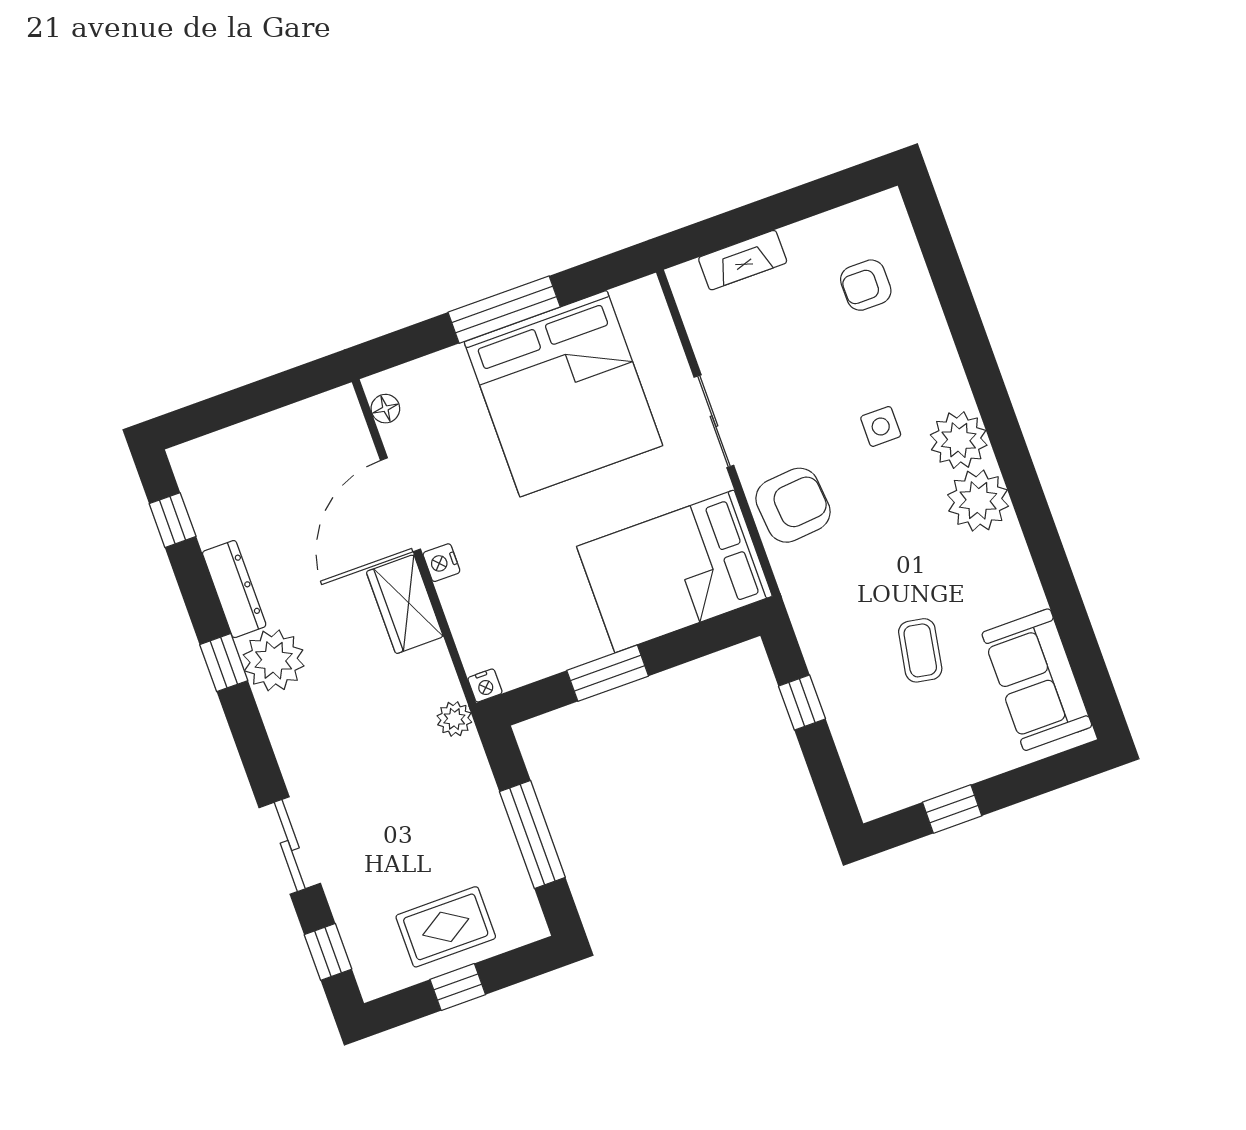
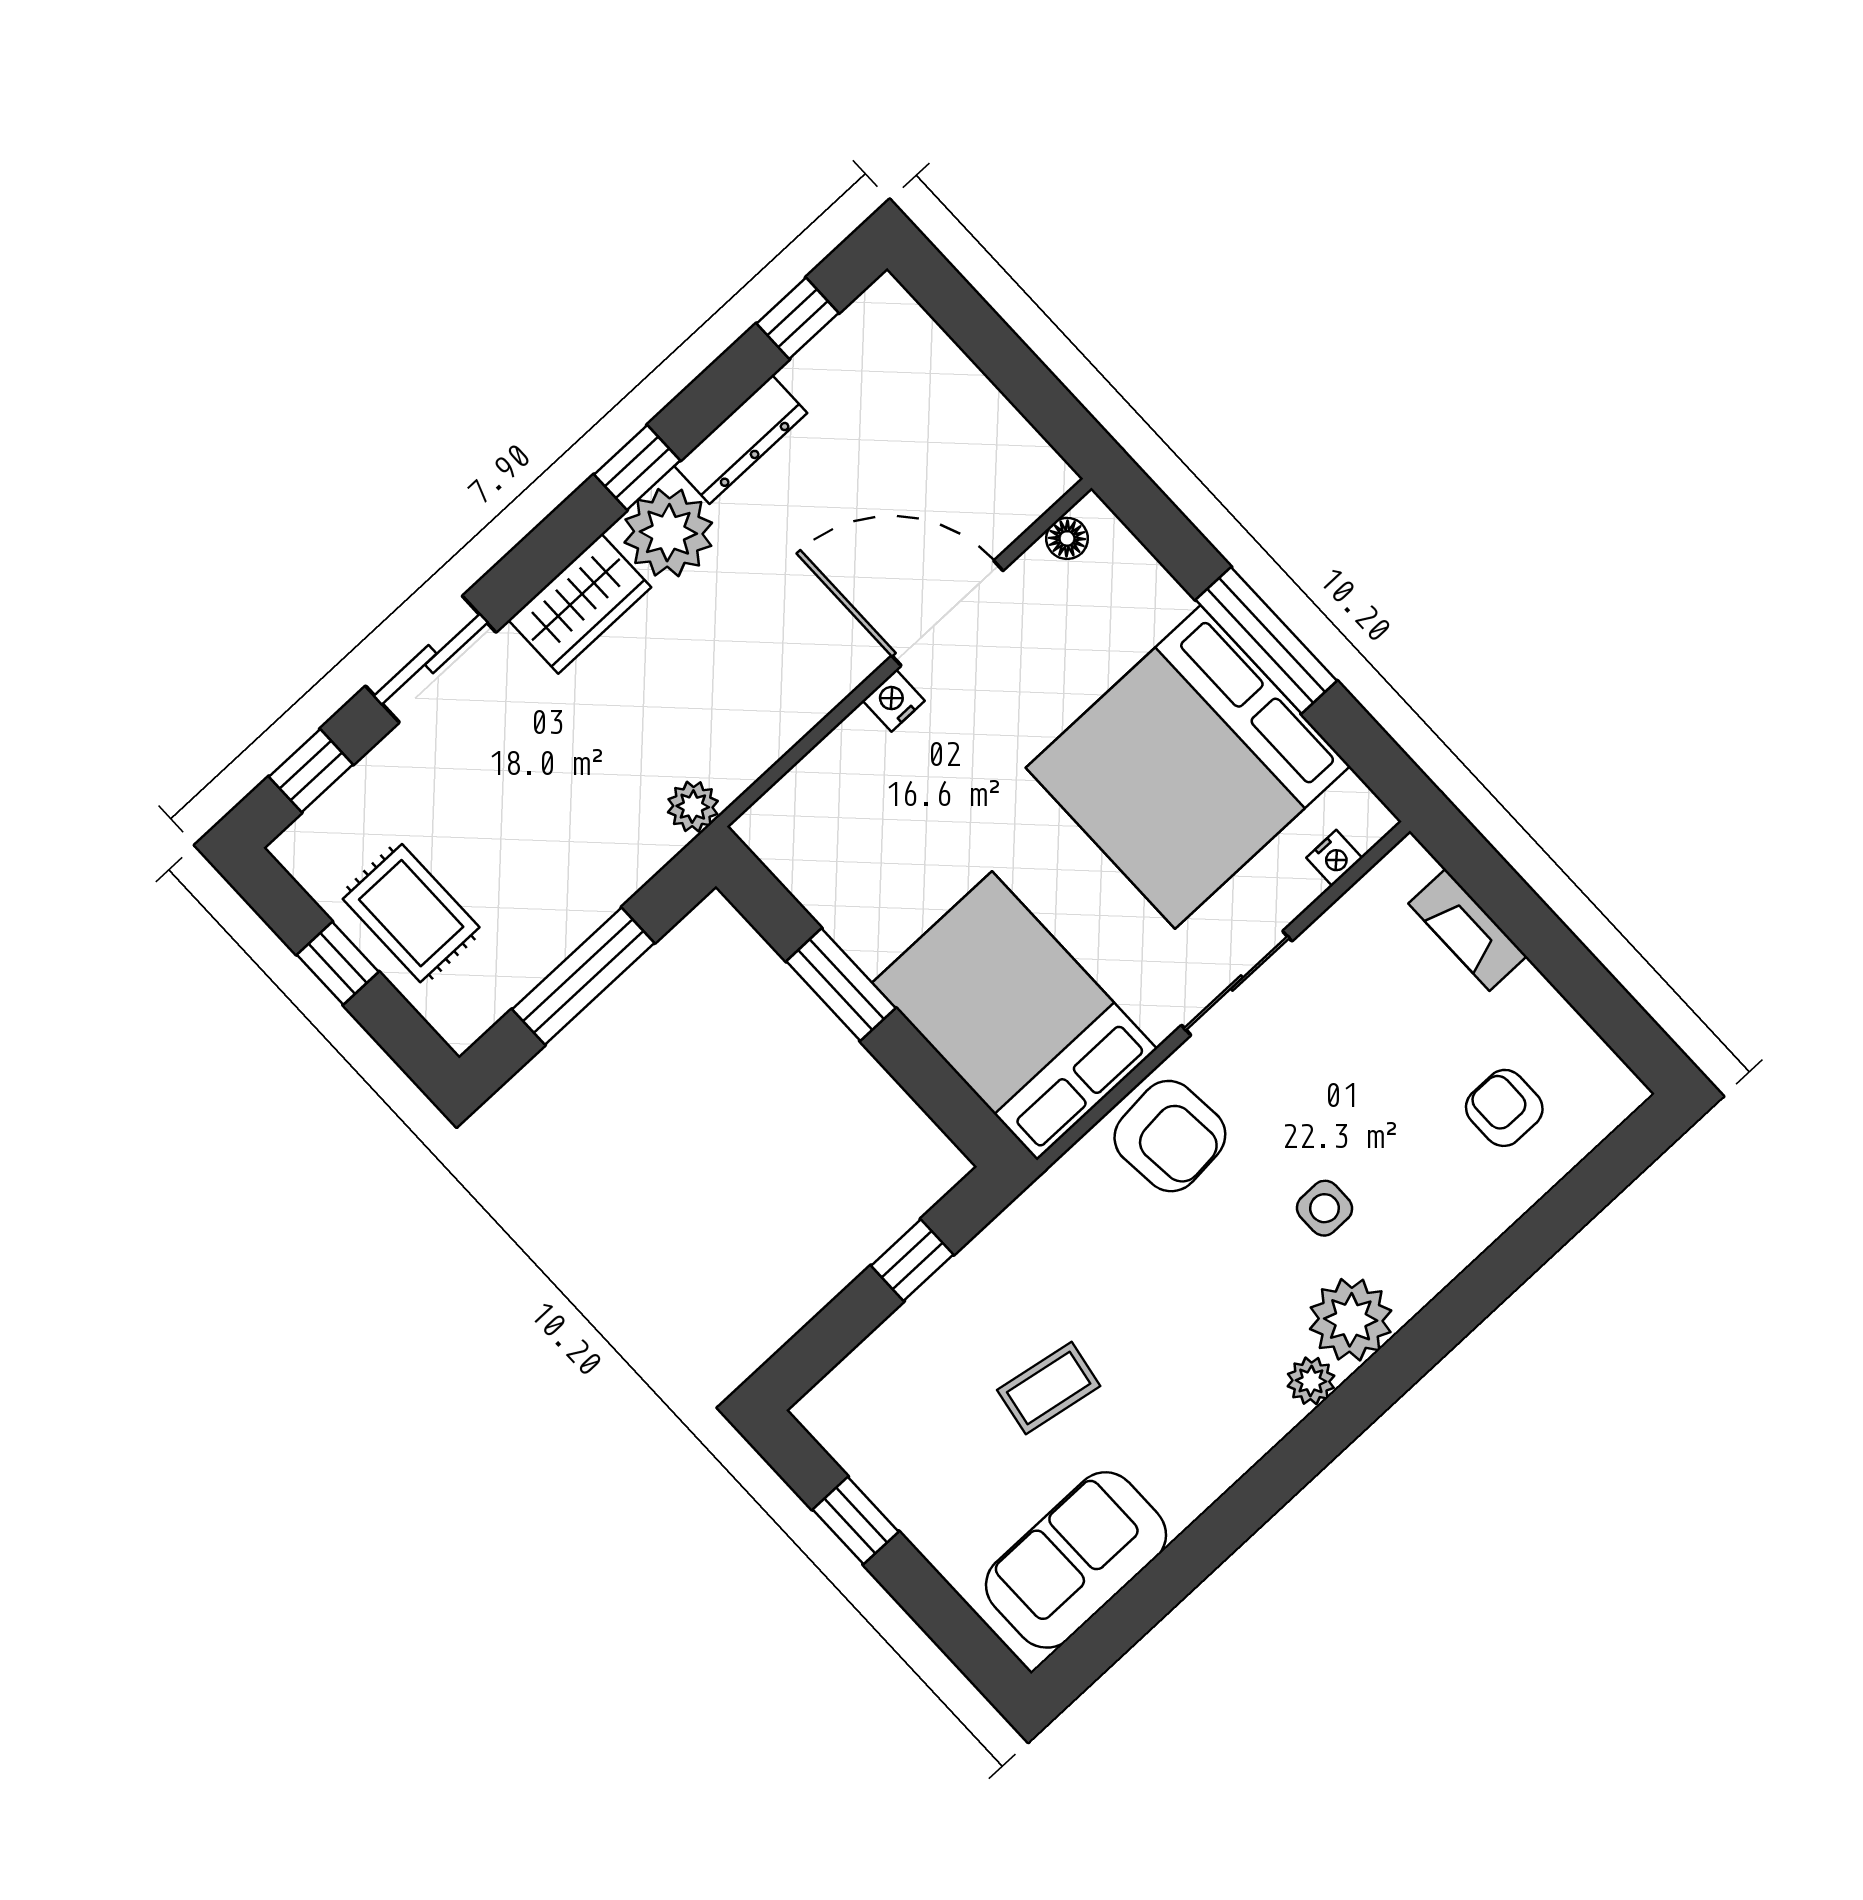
plant: (978, 500) -> (1311, 1381), width x0.53, depth x0.53
wardrobe: (405, 604) -> (580, 604), moved, turned 180
nightstand: (485, 685) -> (1334, 858), moved, turned -90

